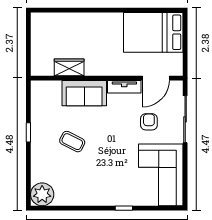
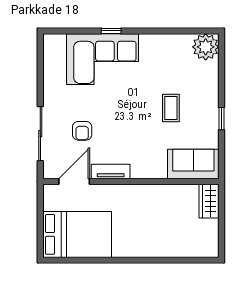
wardrobe: (69, 67) -> (209, 201), moved, turned 90
sofa: (84, 93) -> (193, 164), moved
coffee table: (72, 142) -> (171, 108), turned 63
corner sofa: (161, 175) -> (103, 59), moved, turned 90

